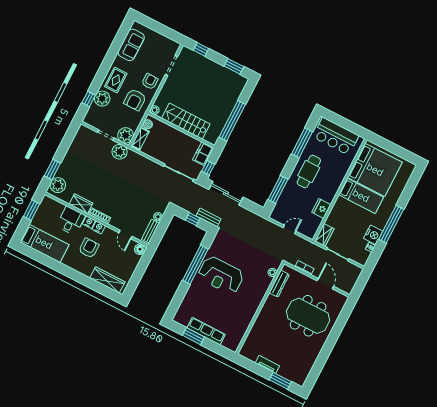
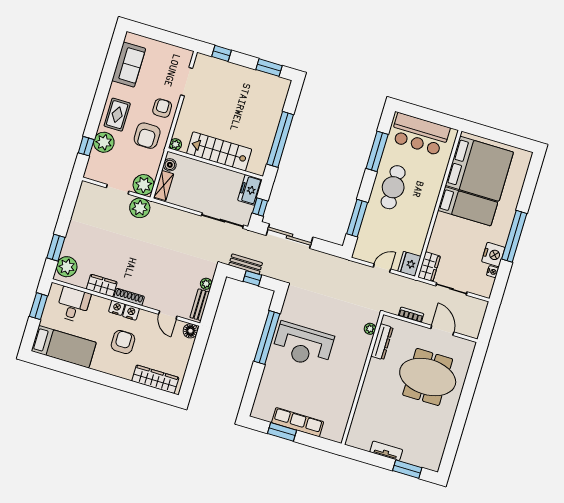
fridge: (321, 208) -> (409, 264), moved
bench: (209, 217) -> (246, 264), moved
desk: (71, 221) -> (73, 305), moved

